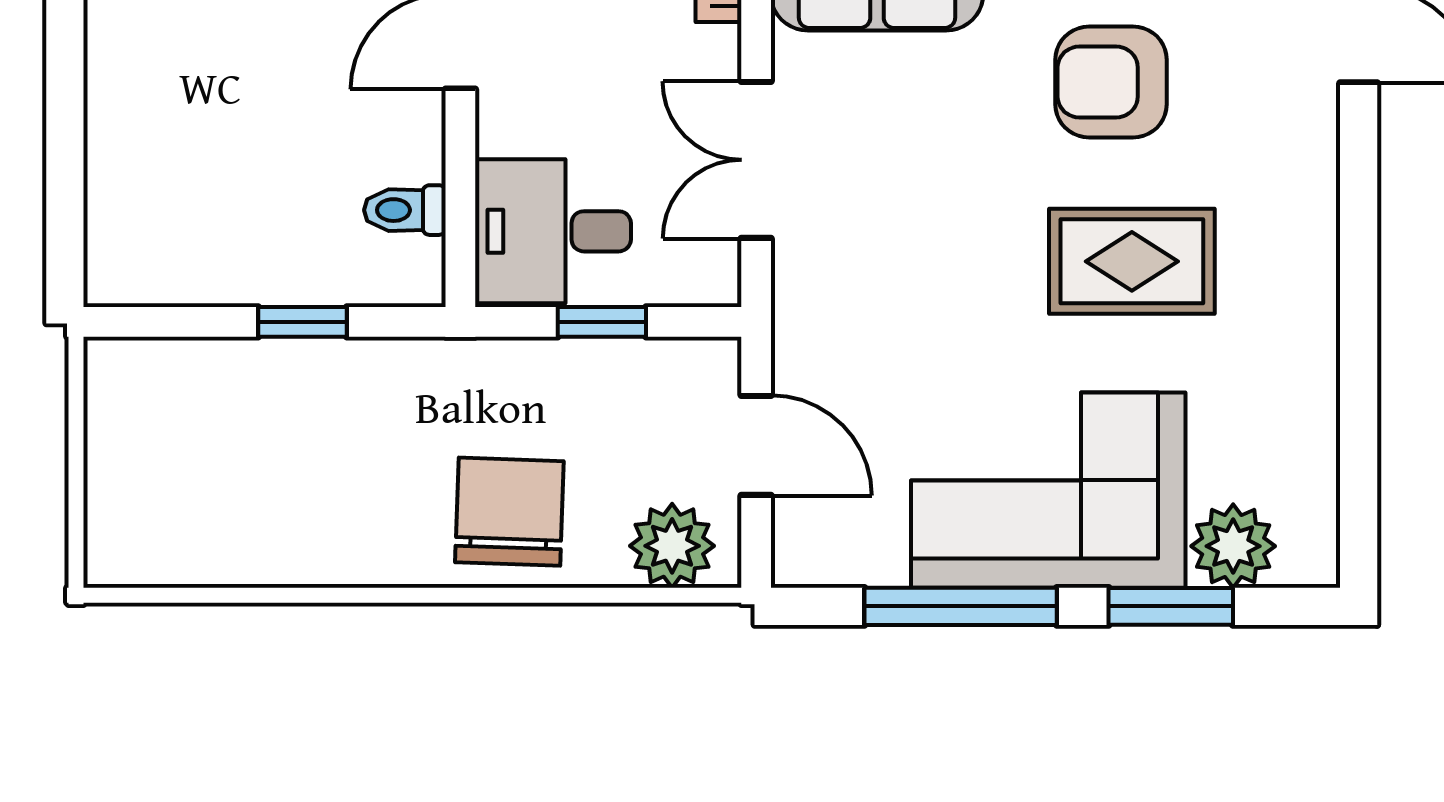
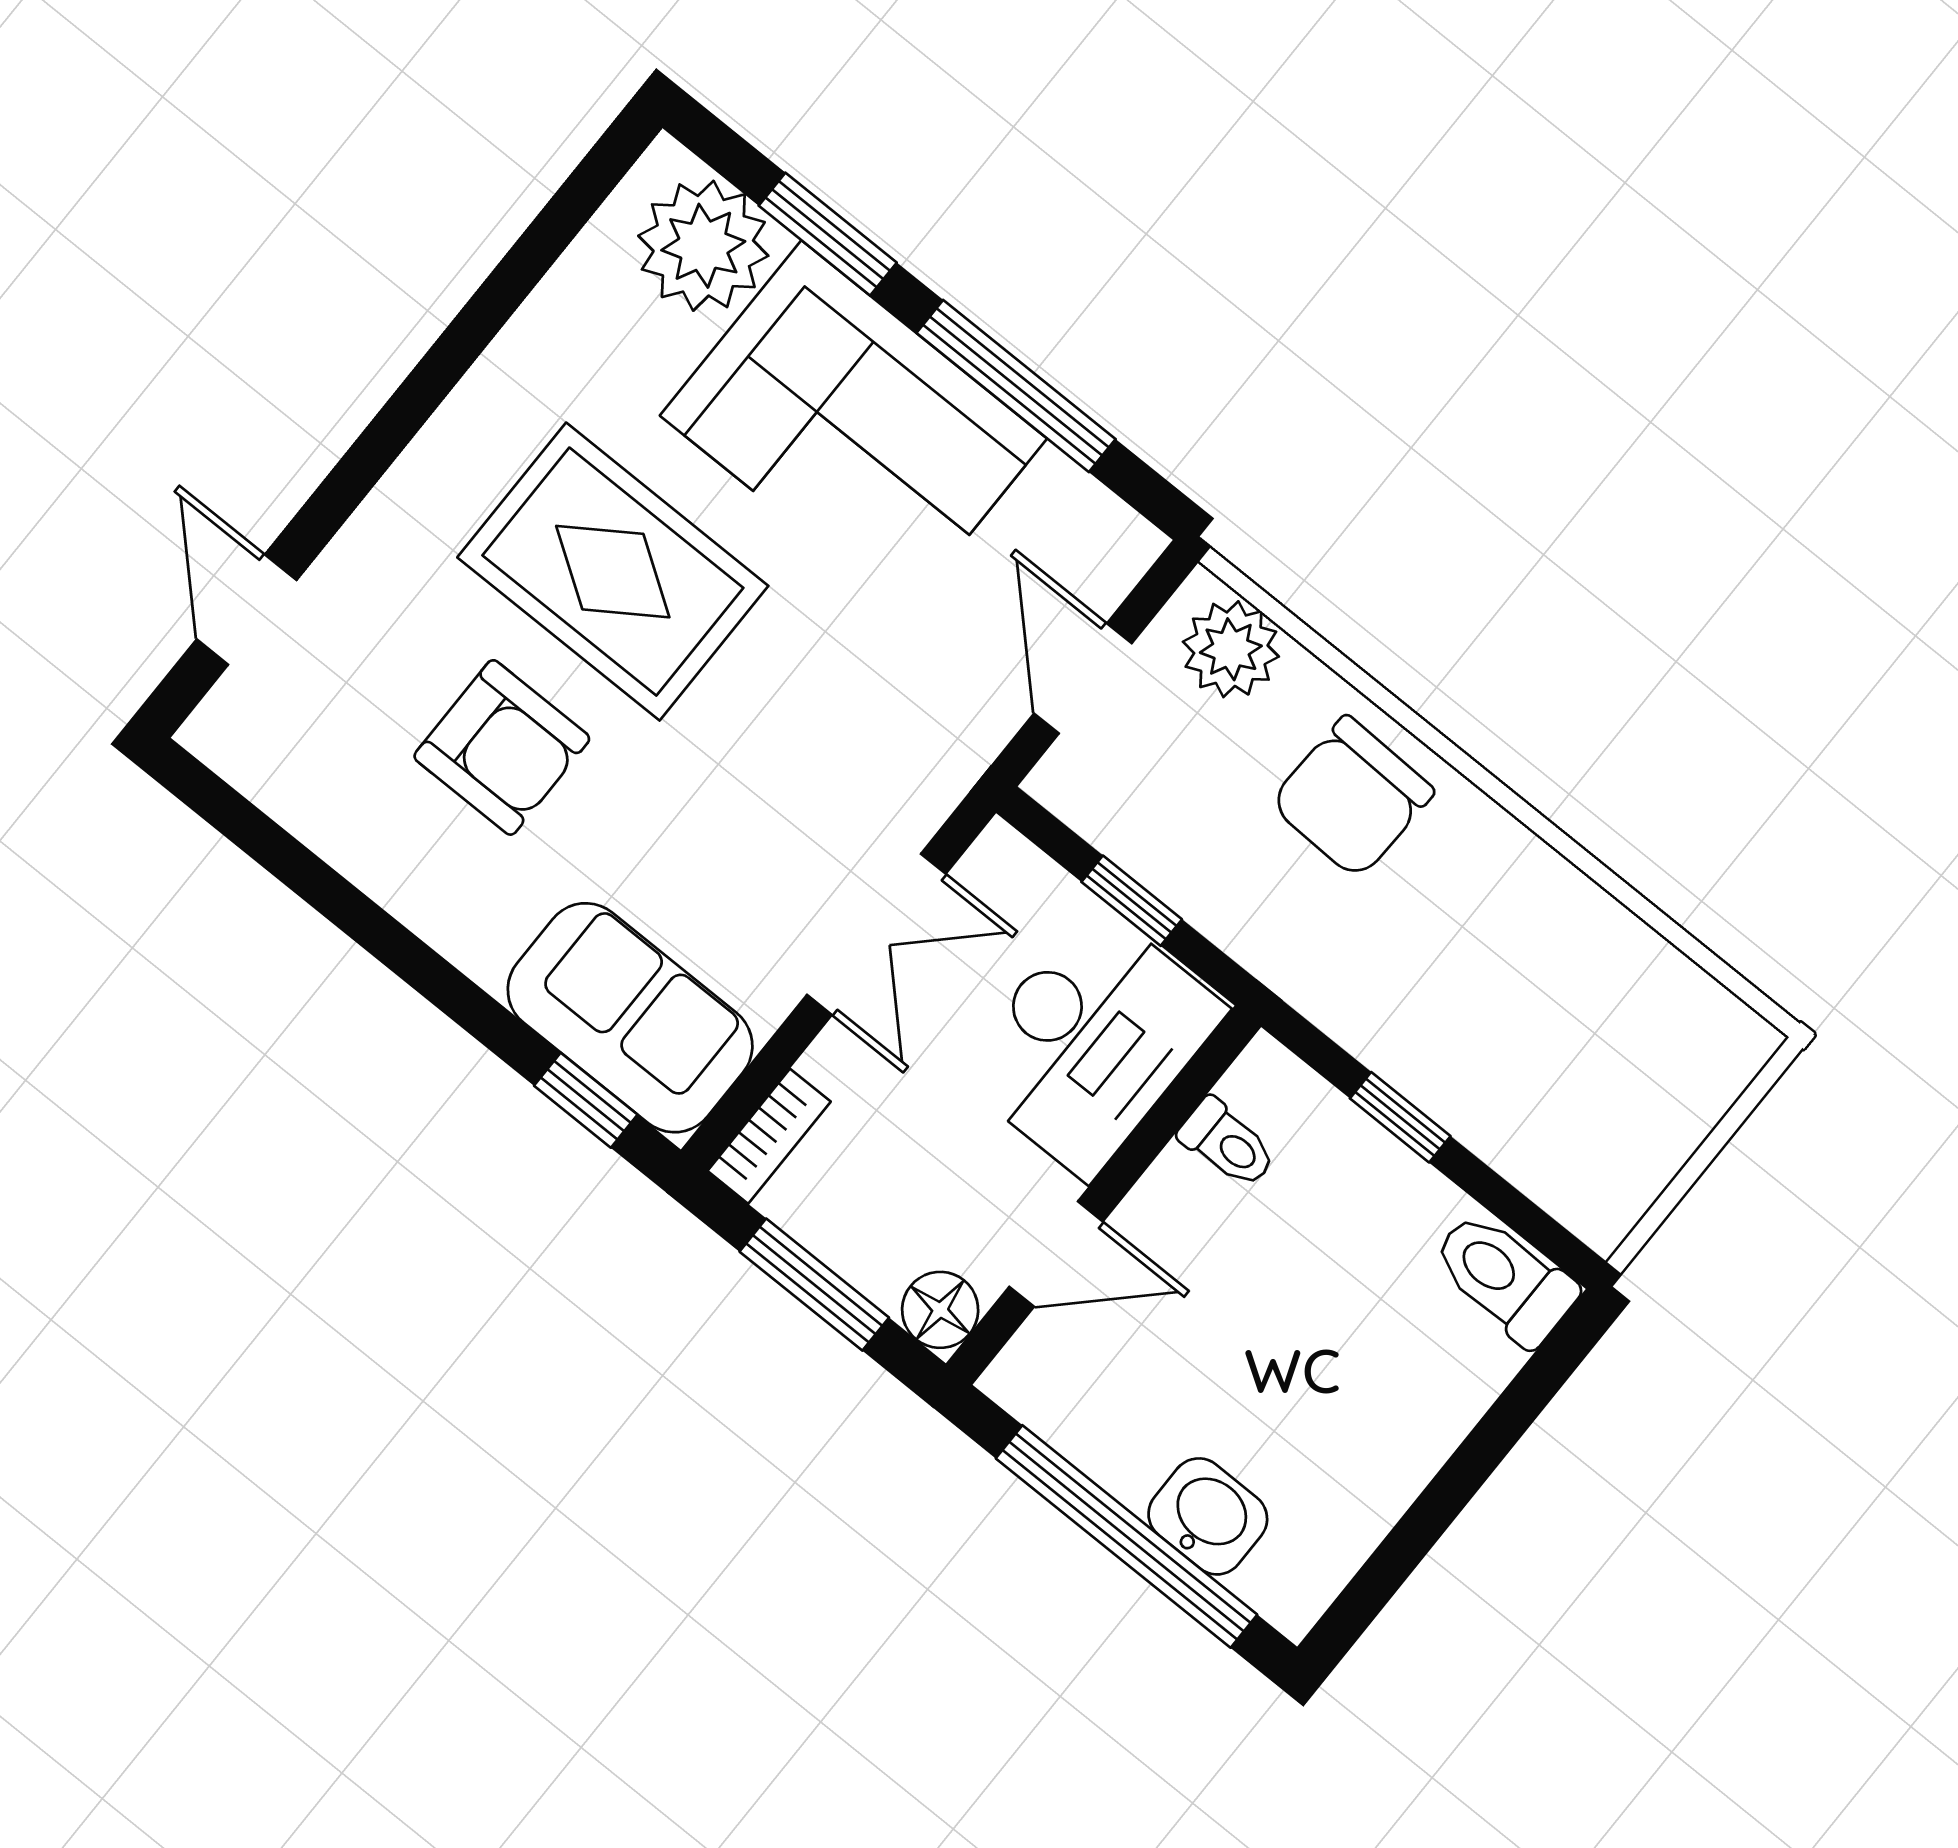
desk: (553, 231) -> (1091, 1041), width x1.37
rug: (1132, 261) -> (613, 572), width x1.36, depth x1.43
toilet: (145, 270) -> (1504, 1278), added
plant: (1233, 546) -> (703, 246), width x1.36, depth x1.36

